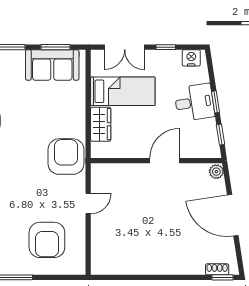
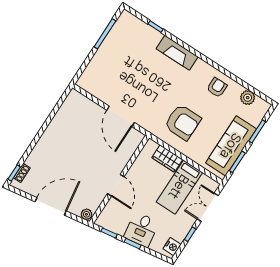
sofa: (52, 65) -> (231, 146), width x1.36
armchair: (66, 157) -> (183, 122), moved
door: (88, 203) -> (121, 116), width x1.88
armchair: (47, 240) -> (114, 74), removed

